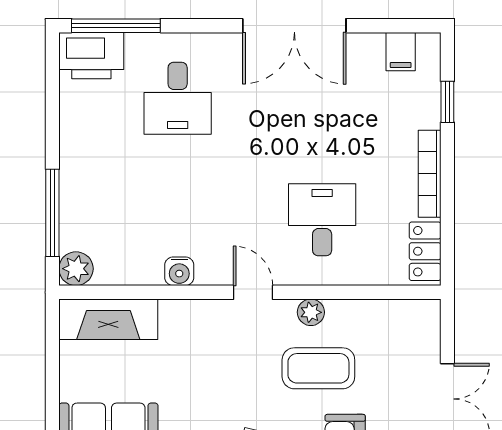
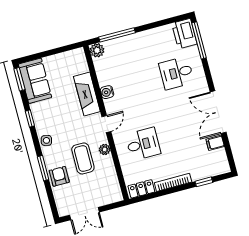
filing cabinet: (401, 52) -> (215, 143), moved
fireplace: (108, 319) -> (87, 94), moved

